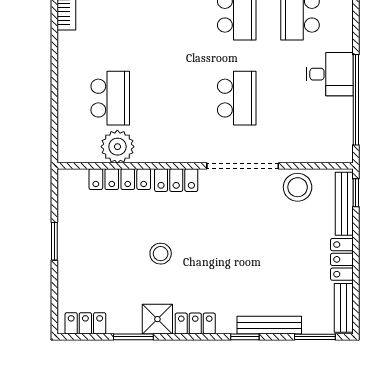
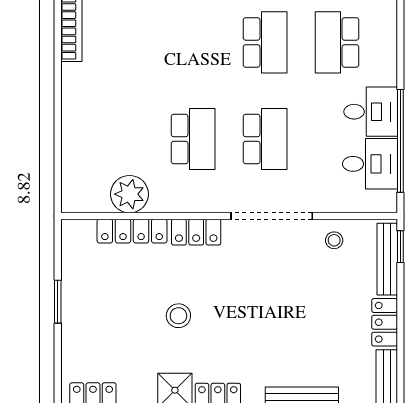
school desk: (110, 98) -> (193, 139), moved
desk: (329, 120) -> (370, 164), added
stool: (298, 187) -> (334, 240), width x0.53, depth x0.53

